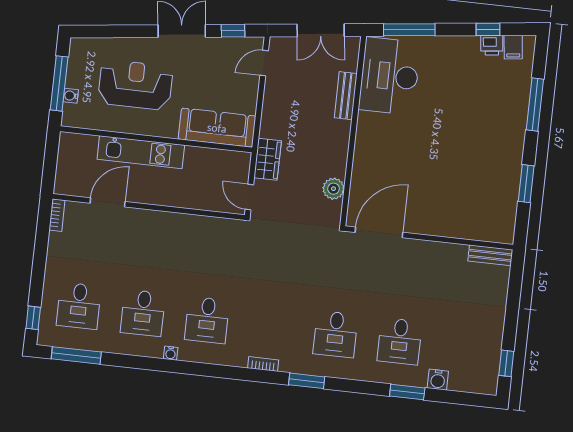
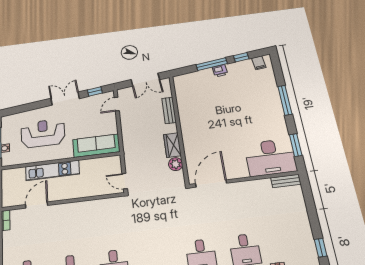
window: (409, 30) -> (212, 64), moved
printer: (492, 45) -> (220, 71), moved
desk: (390, 76) -> (270, 157), moved, turned -90
window: (535, 104) -> (285, 100), moved
wardrobe: (268, 159) -> (172, 145), moved, turned 180
window: (526, 184) -> (296, 145), moved

